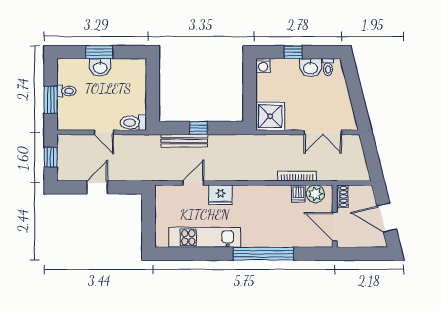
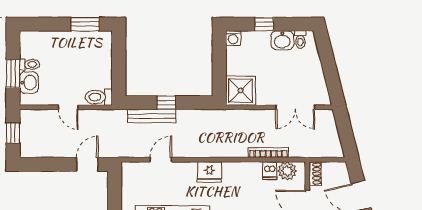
window: (99, 52) -> (85, 24), moved
washbasin: (100, 67) -> (29, 83), moved, turned -90
door: (97, 187) -> (87, 164), moved
fridge: (220, 195) -> (209, 172), moved

